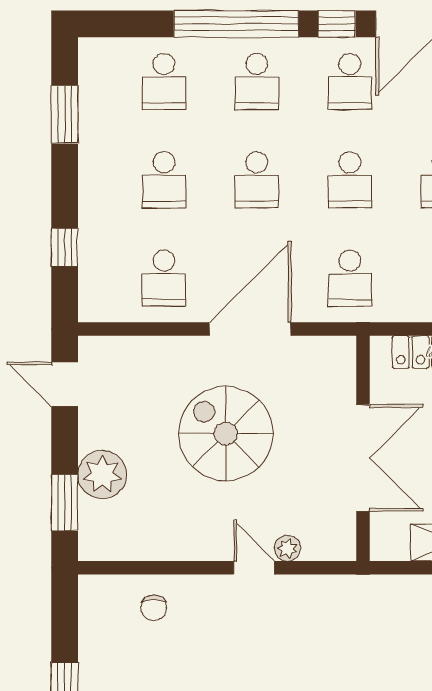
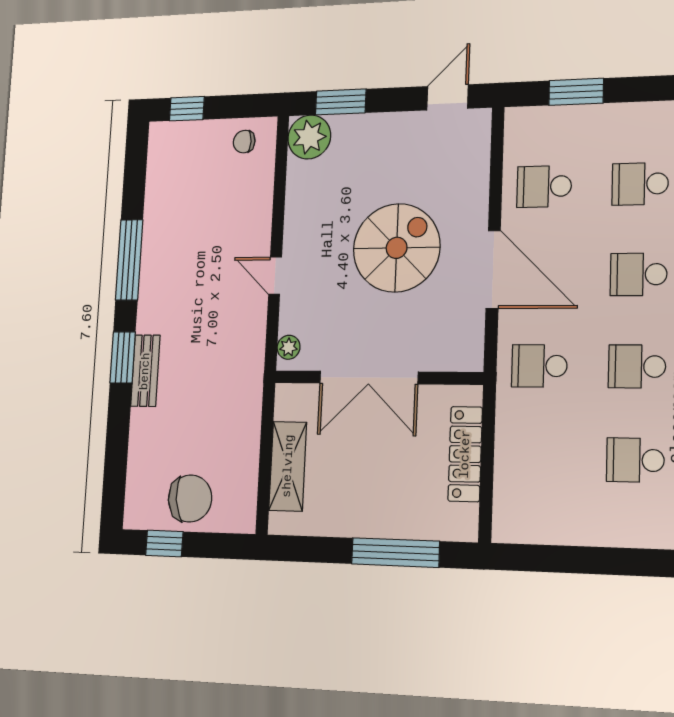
window: (65, 247) -> (576, 92), width x1.50
plant: (102, 475) -> (309, 137), moved
plant: (288, 548) -> (289, 347), moved
door: (254, 568) -> (275, 276), swing flipped
chair: (154, 608) -> (244, 142), moved

